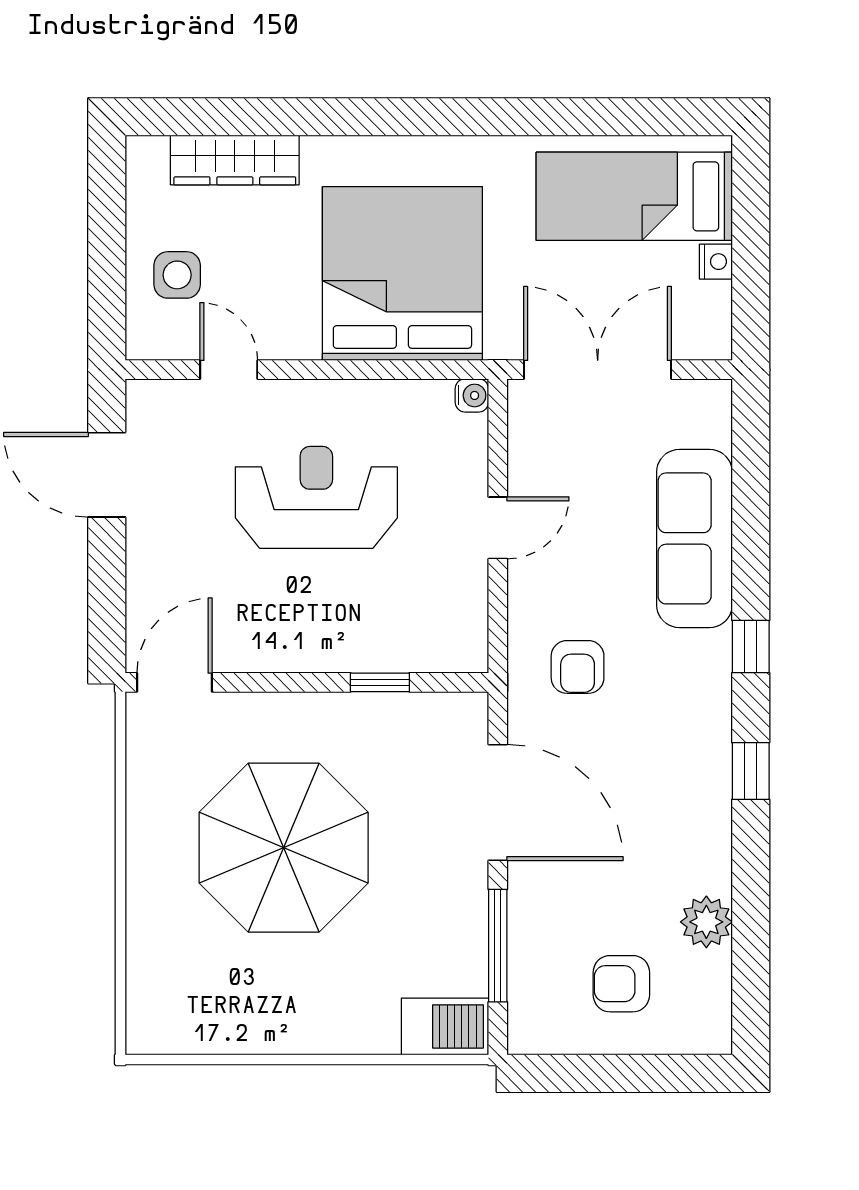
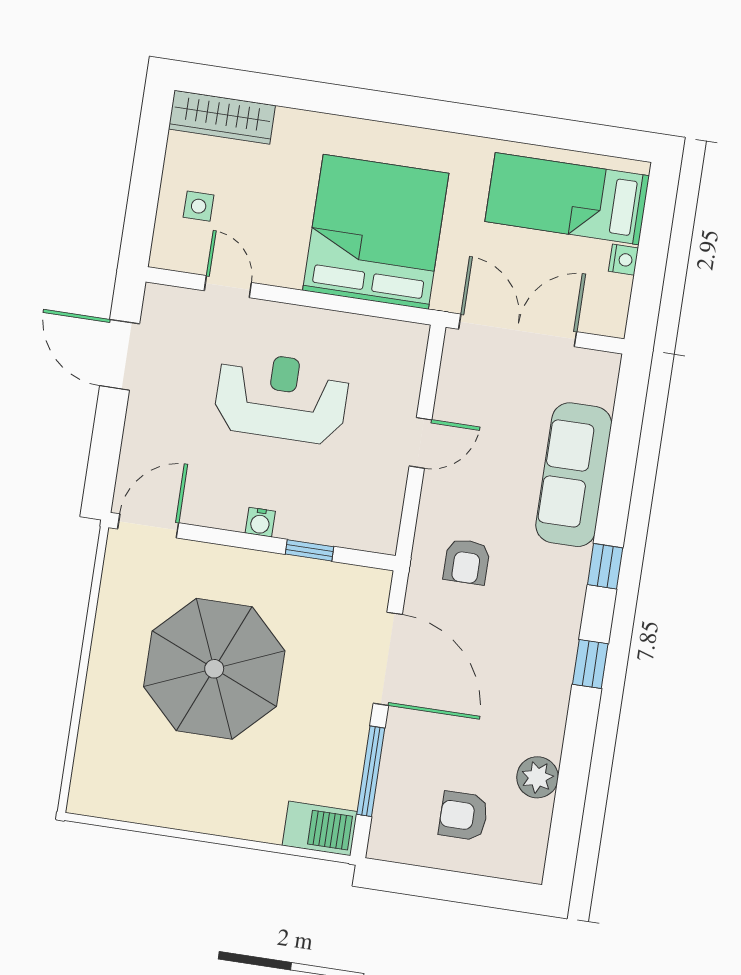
wardrobe: (235, 160) -> (222, 117), moved
side table: (177, 275) -> (199, 206), width x0.73, depth x0.73
water cooler: (472, 395) -> (260, 522), moved, turned 90

